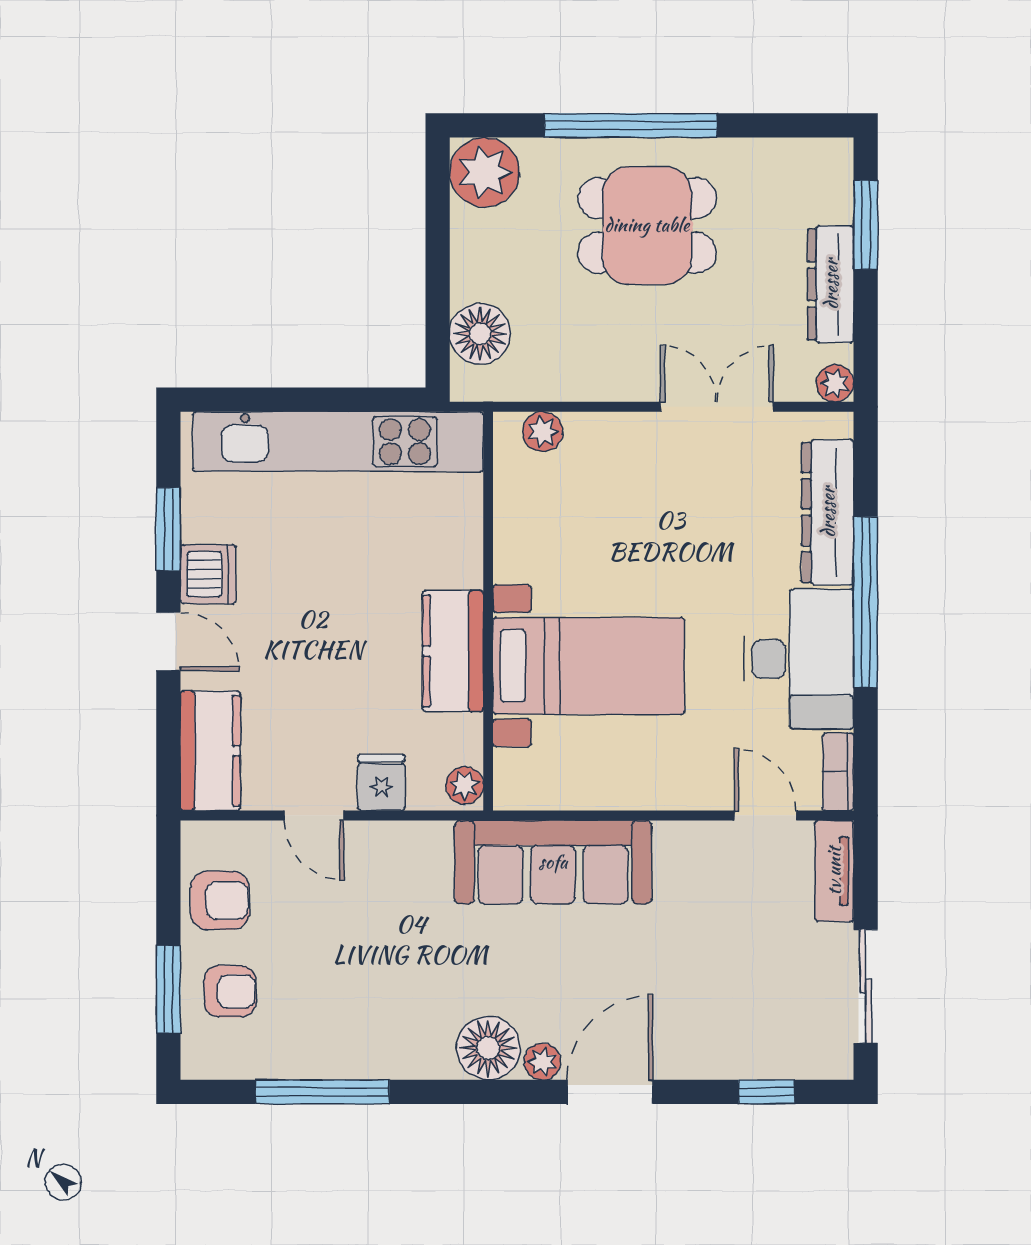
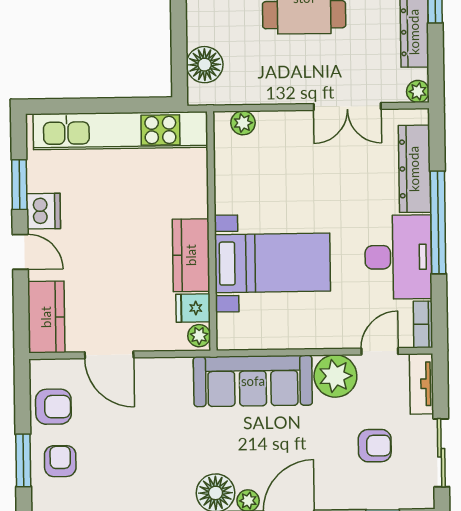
double door: (717, 407) -> (347, 106), swing flipped
fridge: (381, 783) -> (193, 308), moved, turned -90
door: (314, 815) -> (109, 355), width x1.38
door: (765, 815) -> (380, 351), hinge flipped
plant: (691, 856) -> (335, 376), added
armchair: (755, 973) -> (375, 446), added
armchair: (230, 991) -> (60, 461), turned -90

